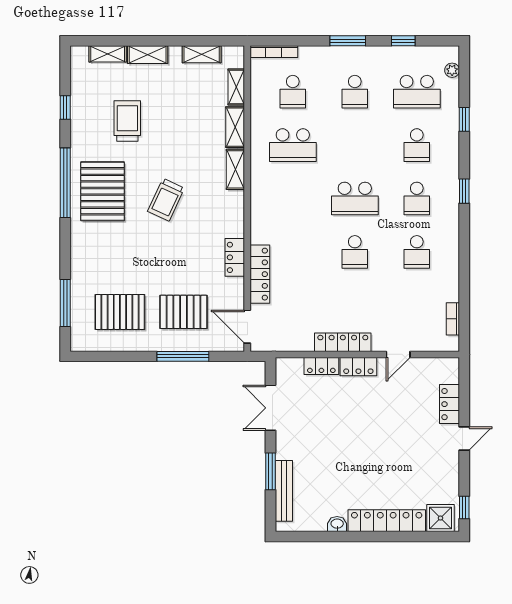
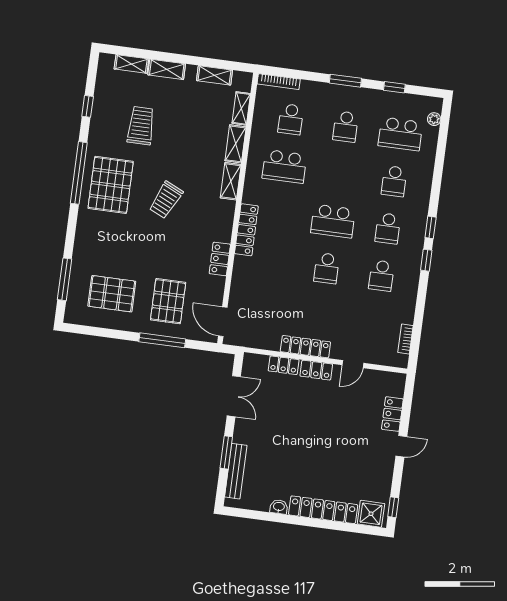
window: (464, 119) -> (426, 260), moved
locker: (260, 274) -> (246, 230), moved
pallet: (184, 312) -> (168, 301), turned 90
double door: (271, 408) -> (234, 396), swing flipped

